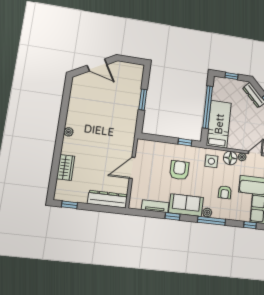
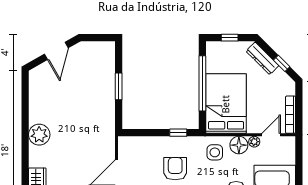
door: (97, 65) -> (56, 51), hinge flipped
bed: (219, 124) -> (226, 104), width x1.50
plant: (68, 132) -> (39, 135), width x1.87, depth x1.87

